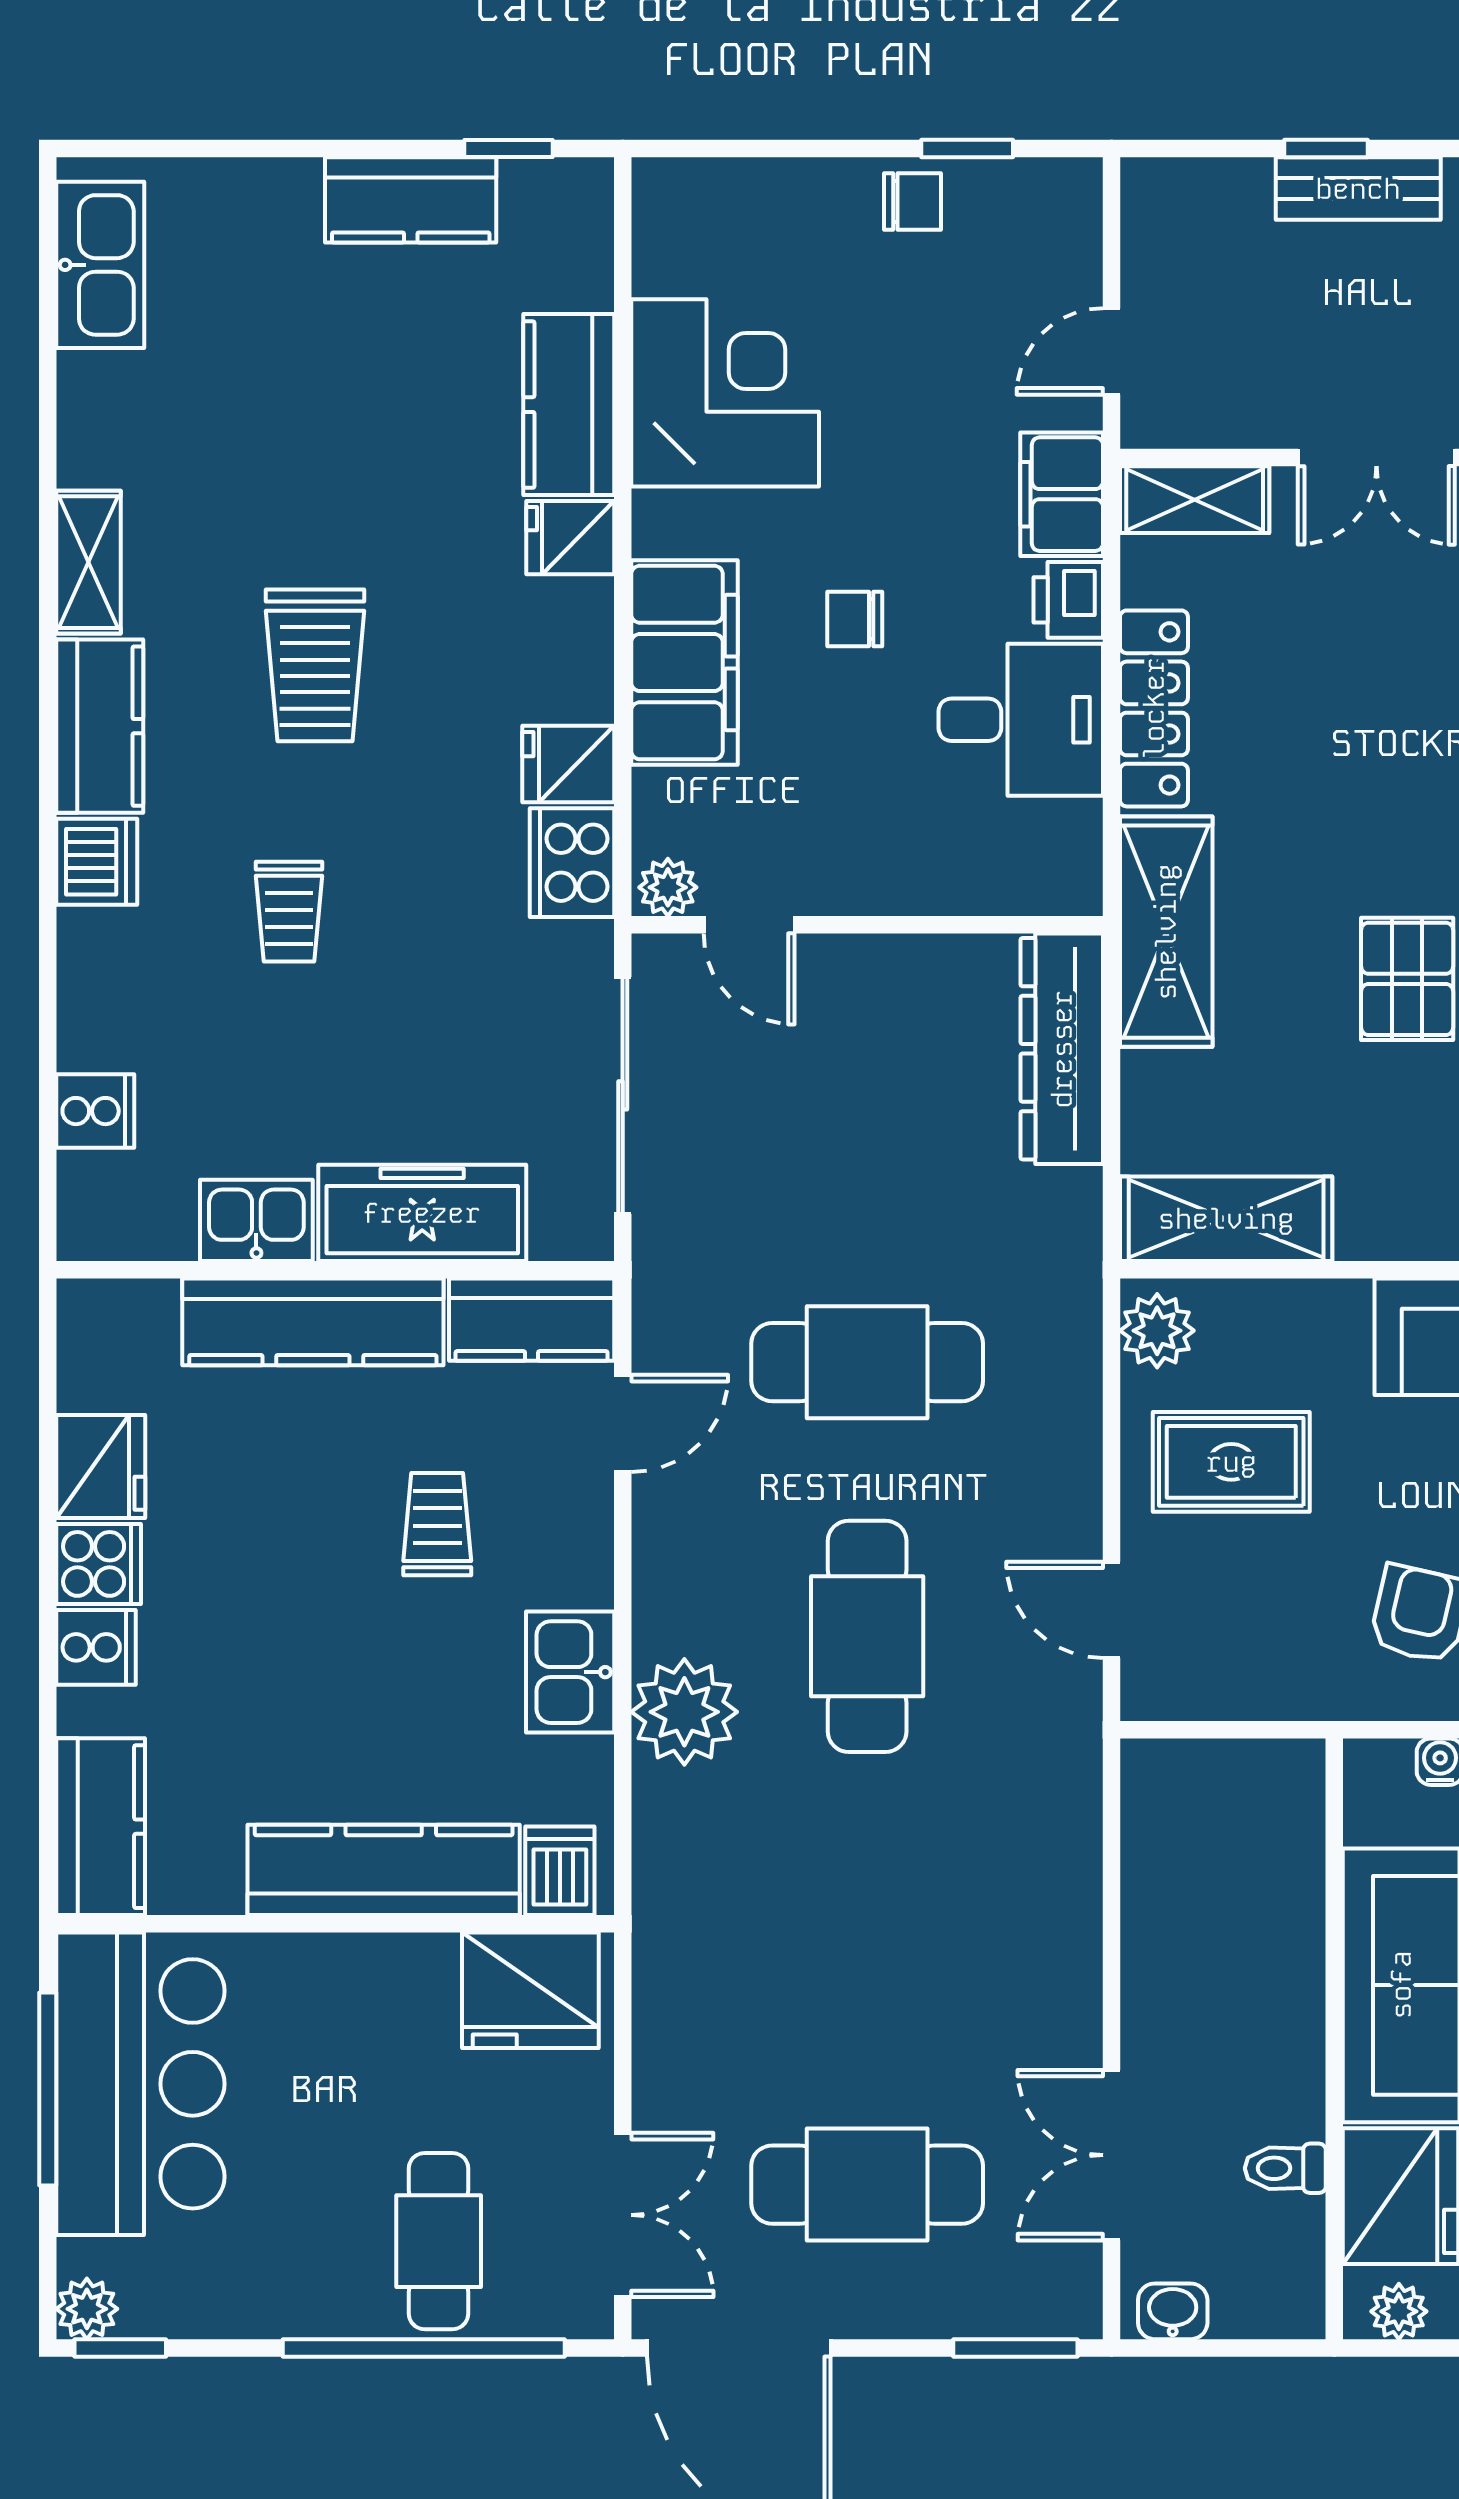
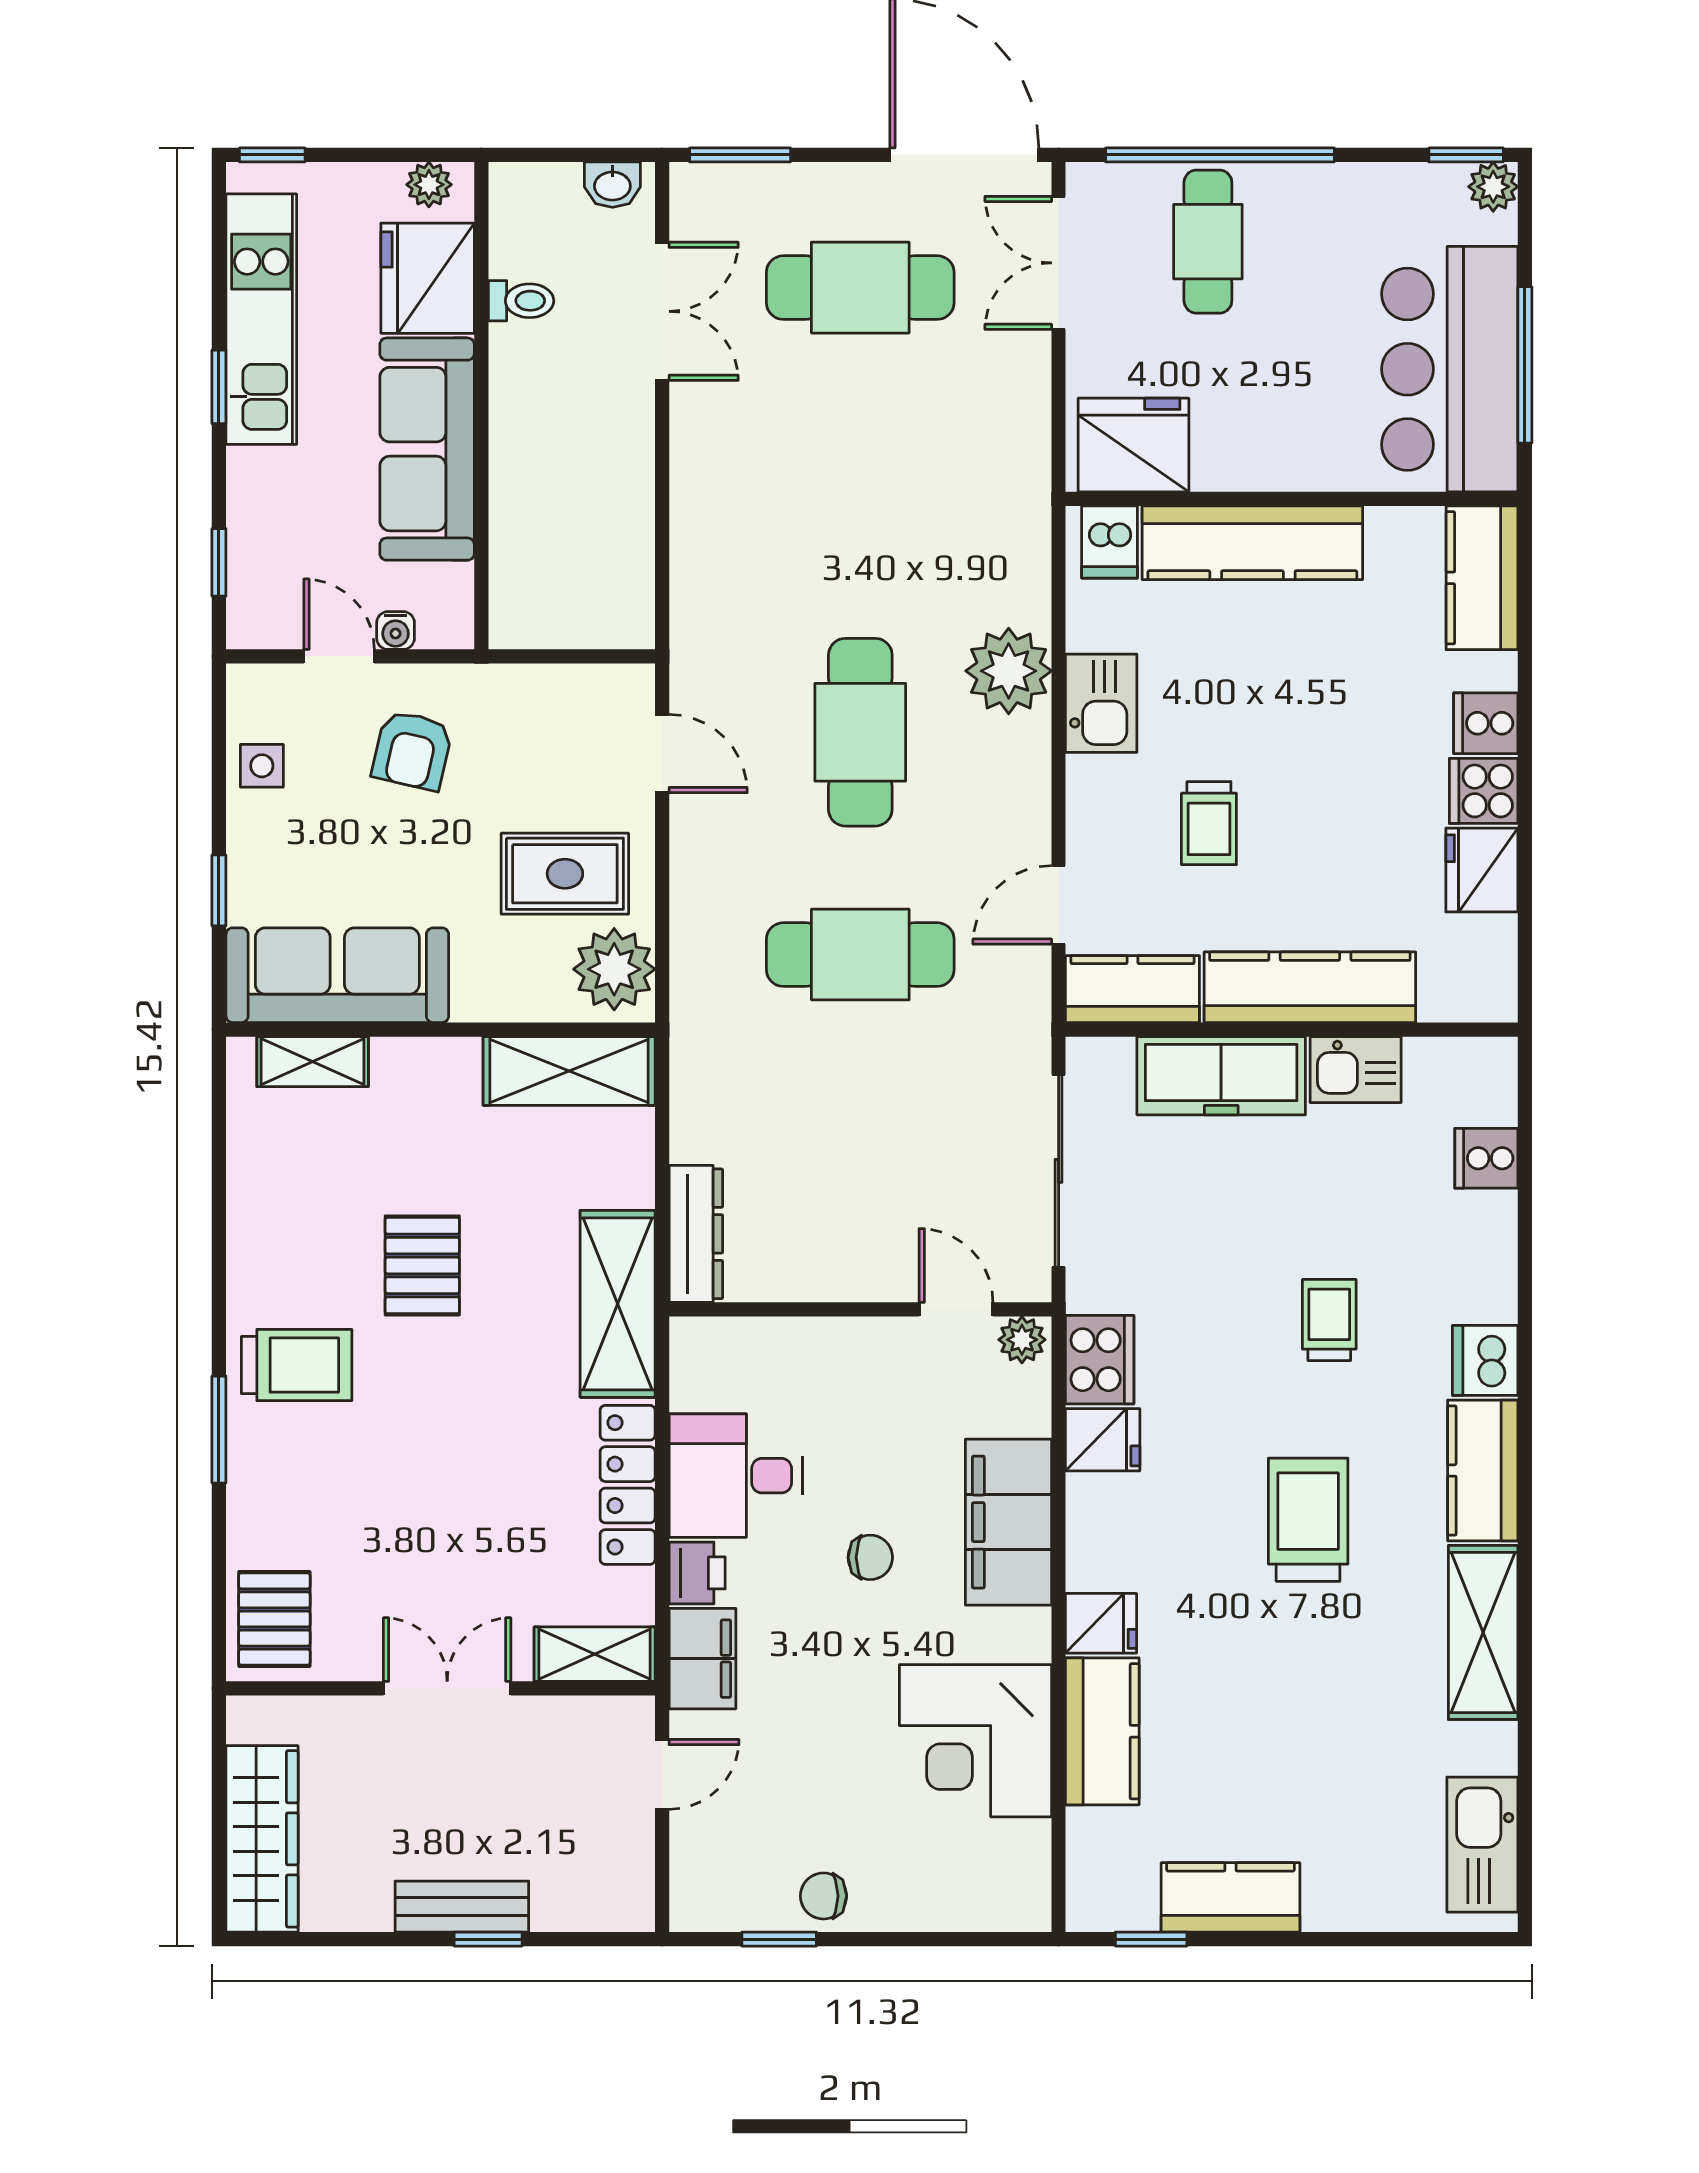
shelving: (88, 562) -> (1483, 1632), width x1.50, depth x1.33
dresser: (1062, 1049) -> (696, 1234), width x0.73, depth x0.80
plant: (1157, 1331) -> (614, 969), width x1.36, depth x1.36

